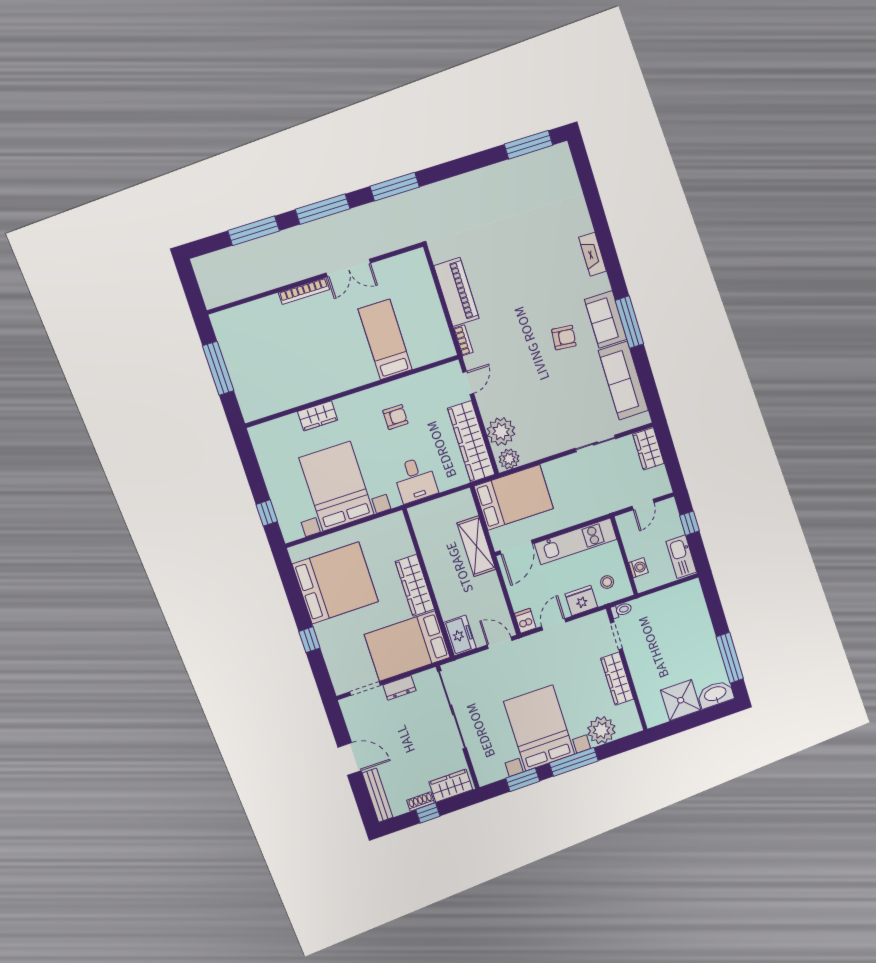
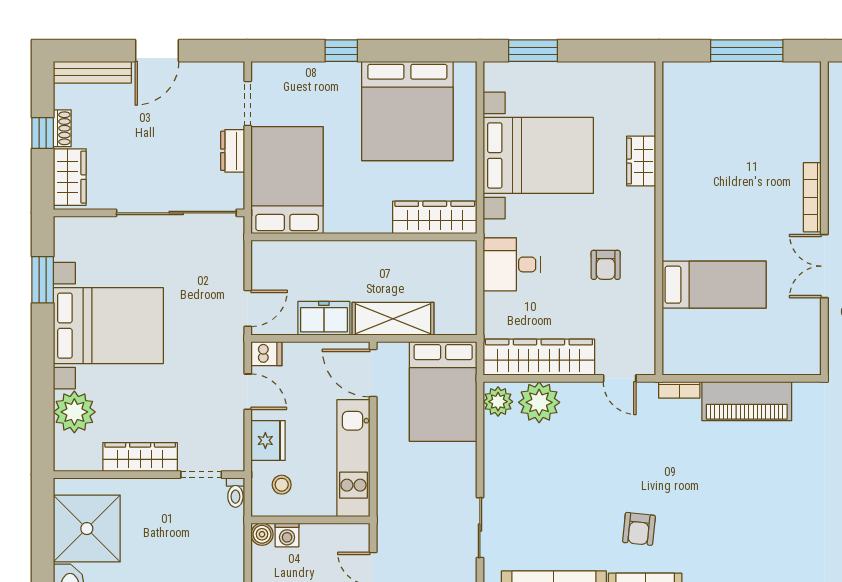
window: (267, 513) -> (533, 51), width x1.50
boiler: (643, 584) -> (262, 534), added
wardrobe: (415, 585) -> (435, 217), moved
freezer: (460, 635) -> (324, 318), moved, turned 180
shower: (681, 700) -> (87, 529), width x1.37, depth x1.37
window: (574, 762) -> (43, 359), removed

